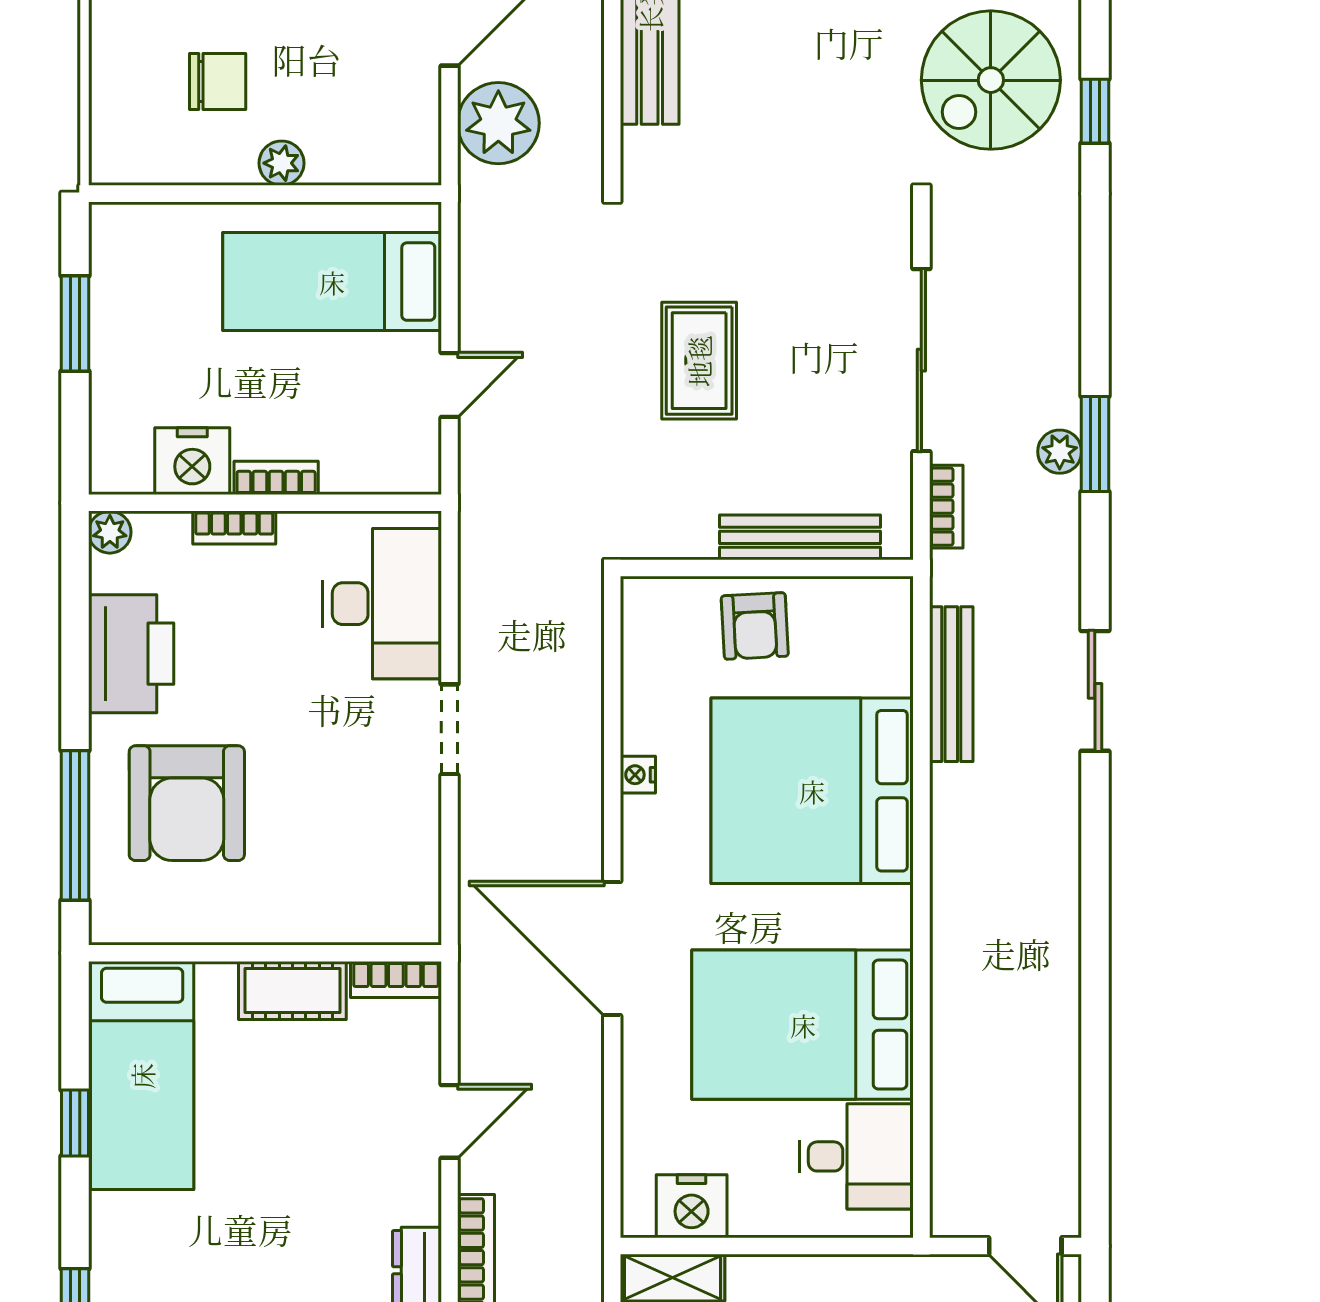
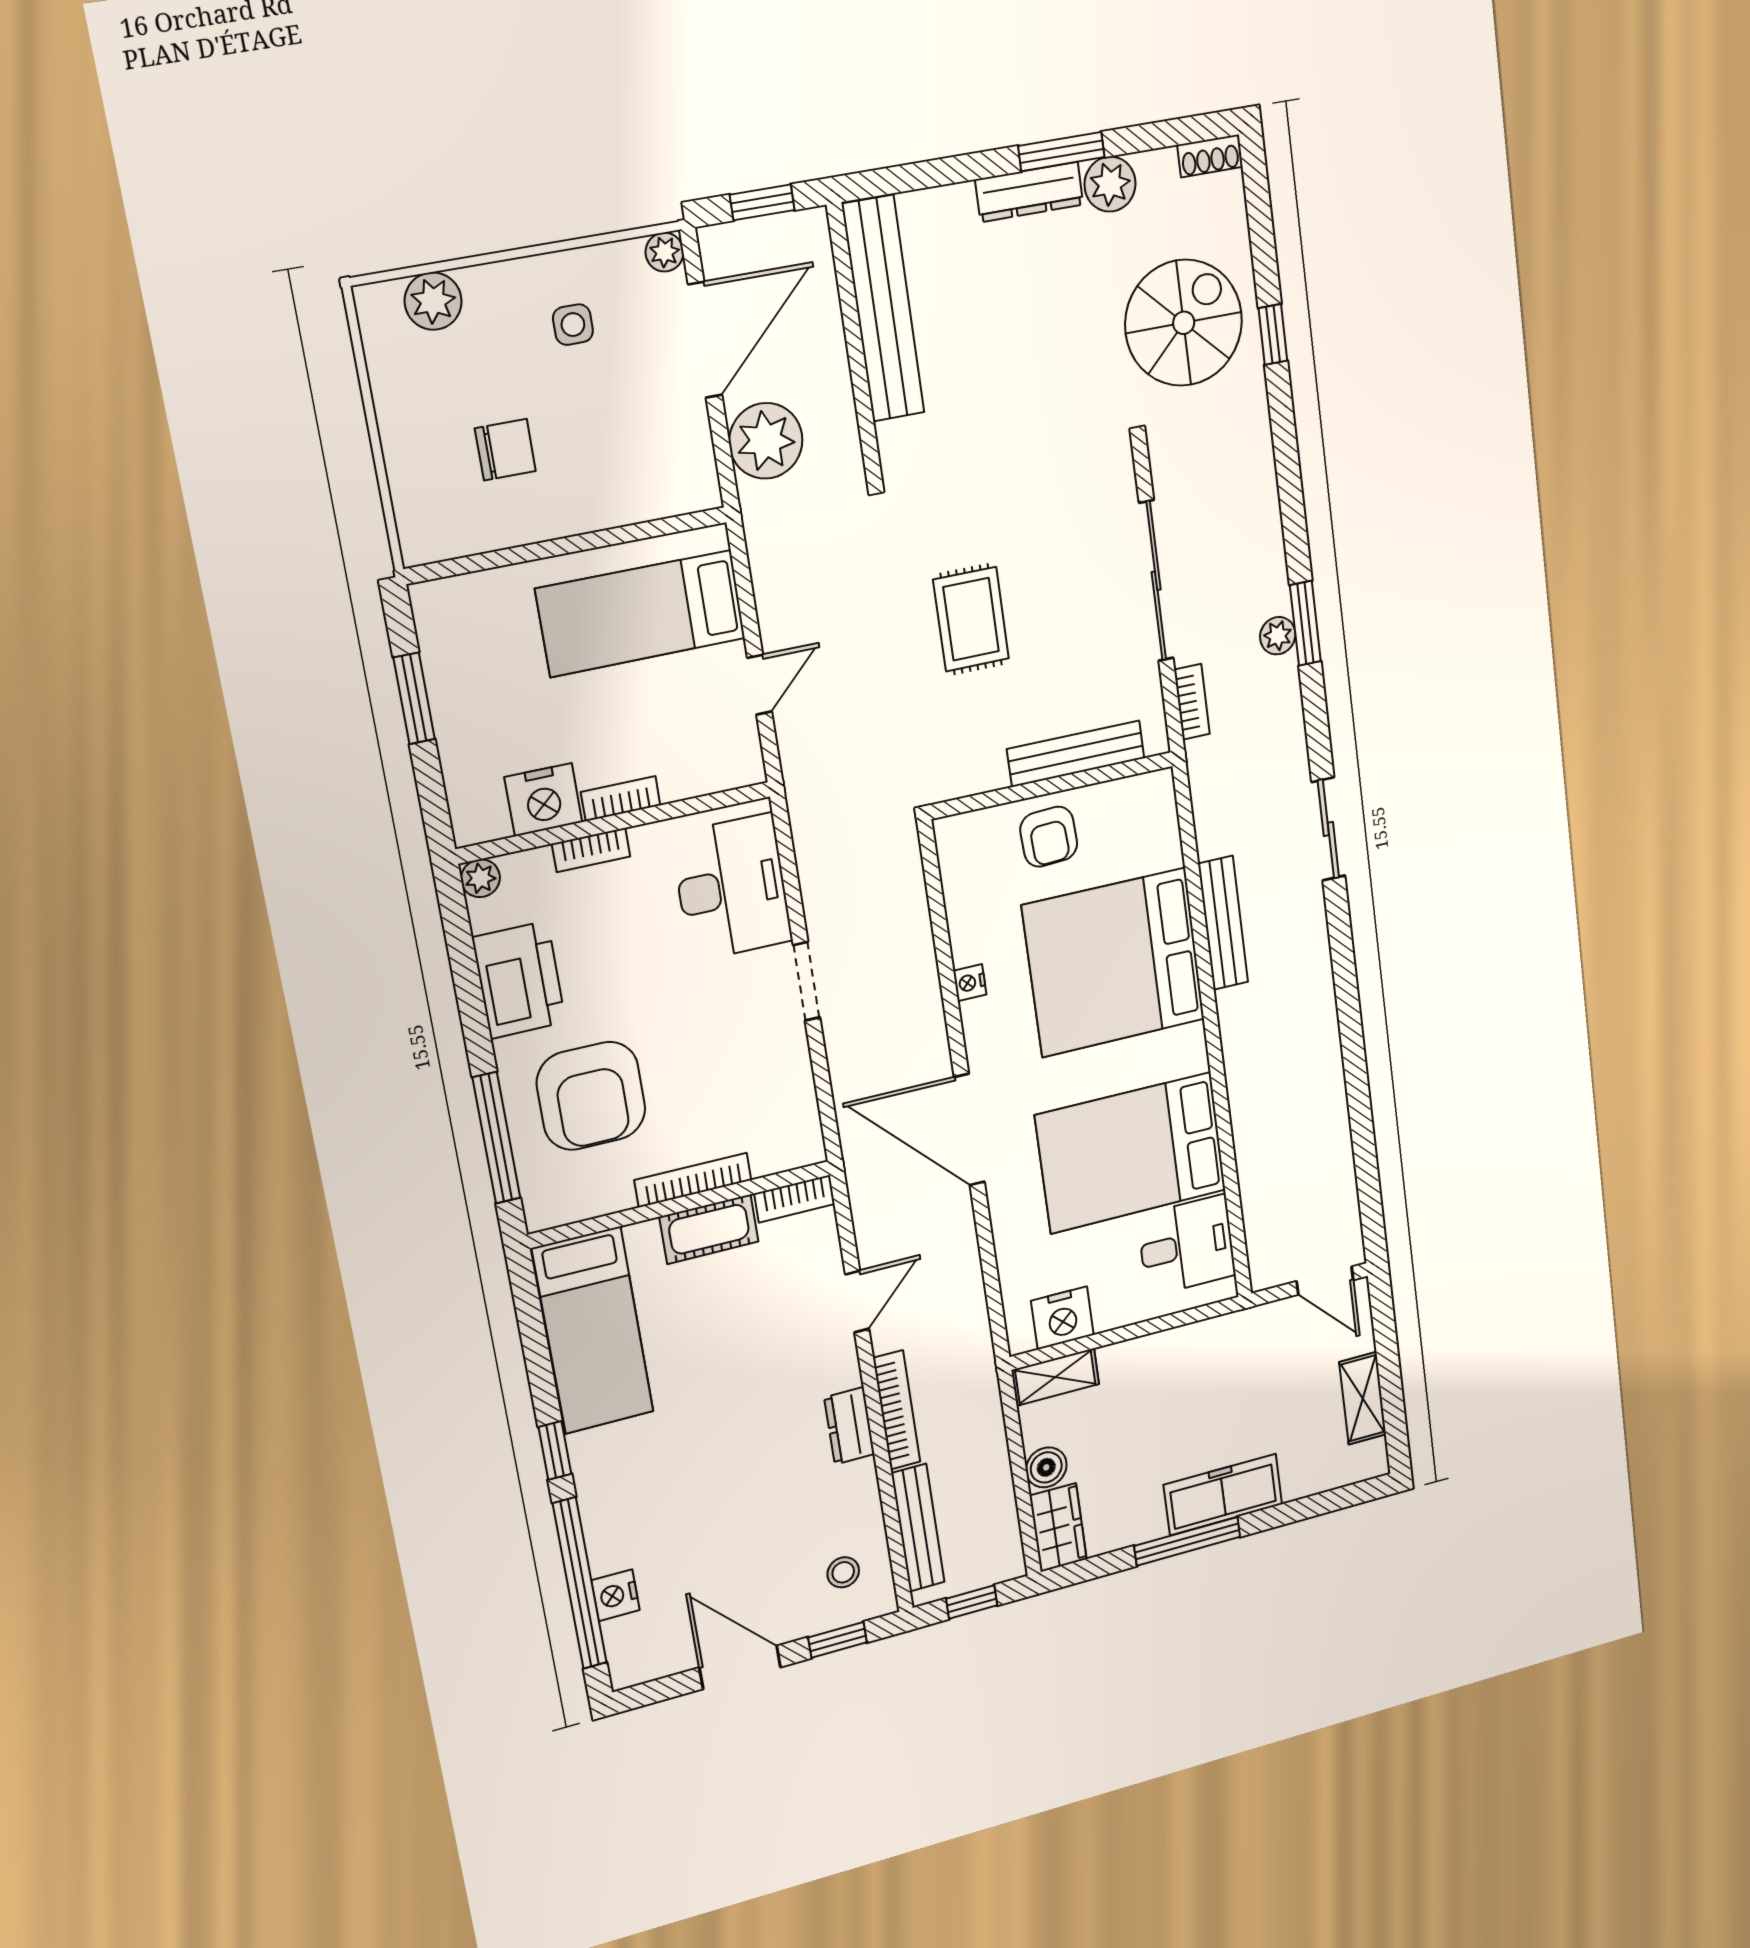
spiral stairs: (991, 80) -> (1184, 323), turned 180
plant: (282, 163) -> (577, 514), removed
bench: (951, 684) -> (1223, 923), moved
bookcase: (284, 928) -> (693, 1180), added
window: (75, 1123) -> (555, 1450), moved

